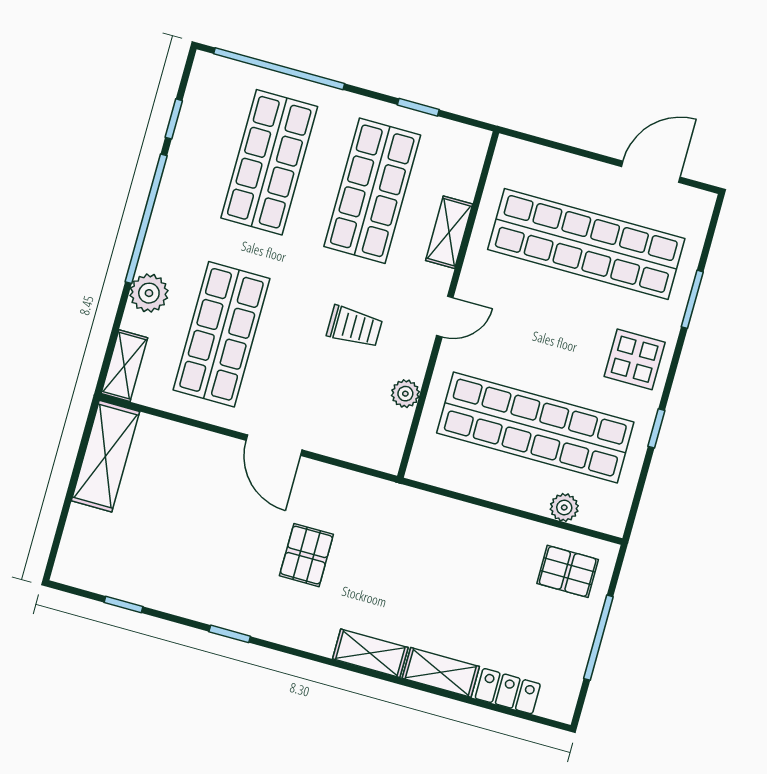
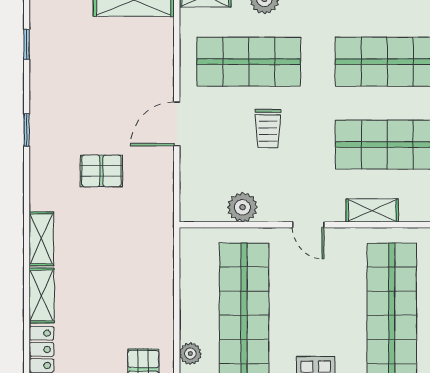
trolley: (355, 327) -> (268, 128), moved
plant: (405, 394) -> (242, 207), width x1.38, depth x1.38

